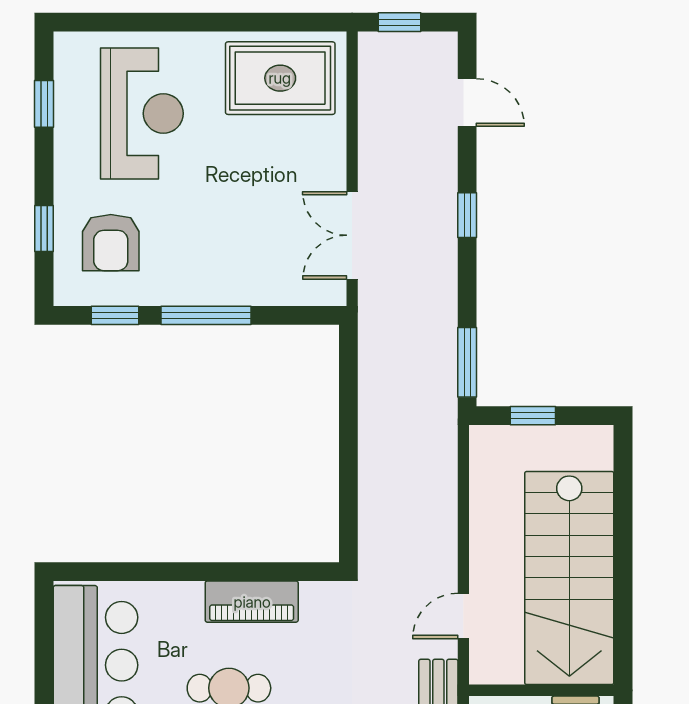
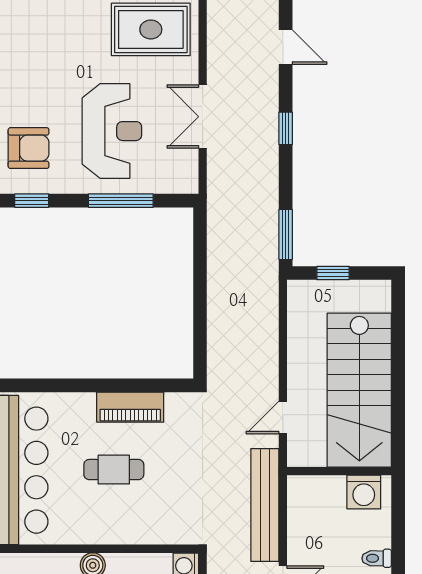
reception desk: (142, 113) -> (112, 131), moved
double door: (352, 235) -> (203, 117), moved
armchair: (111, 243) -> (29, 148), turned -90
window: (206, 315) -> (121, 201), moved

